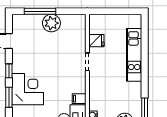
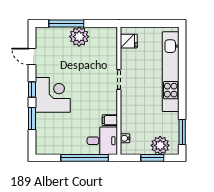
fridge: (96, 41) -> (129, 41), moved
kitchen unit: (134, 55) -> (171, 72), width x1.36
corner desk: (28, 89) -> (53, 95), moved

